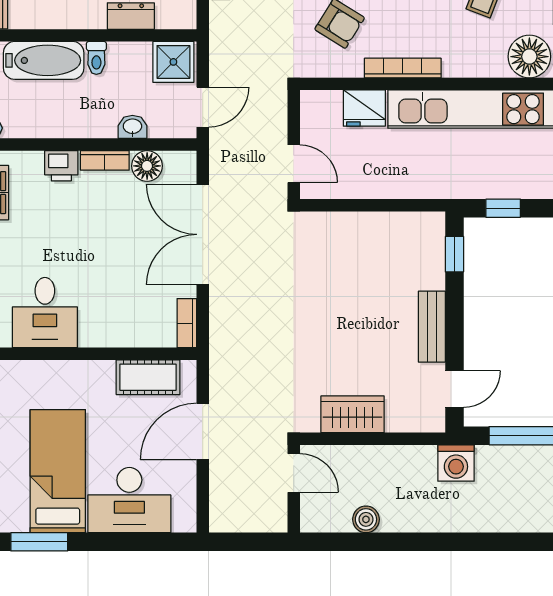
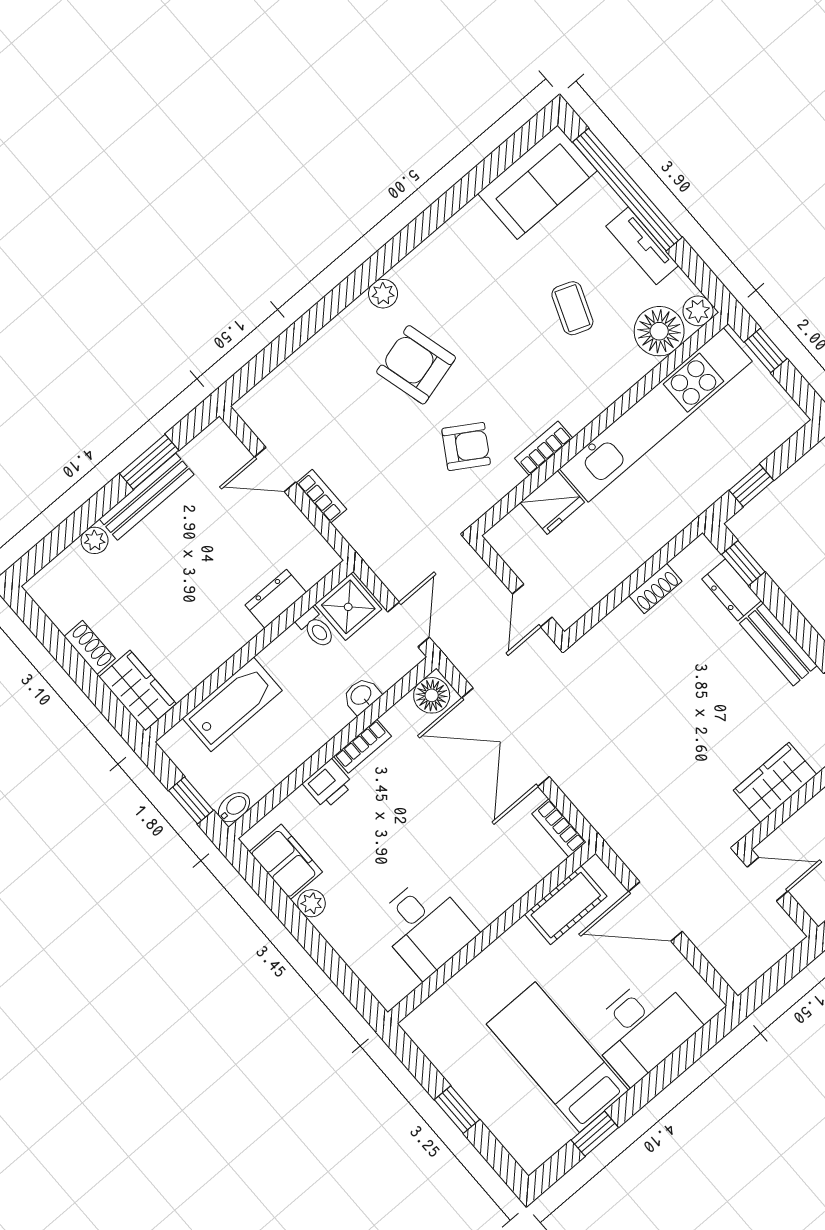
toilet: (96, 58) -> (316, 628), moved
bookcase: (403, 68) -> (544, 448), width x0.64
door: (294, 164) -> (532, 606), swing flipped
floor lamp: (147, 166) -> (432, 695), moved
shoe rack: (383, 222) -> (655, 588), added
dresser: (432, 265) -> (732, 590), added
door: (203, 431) -> (655, 911), hinge flipped
window: (39, 542) -> (595, 1134), width x0.67

